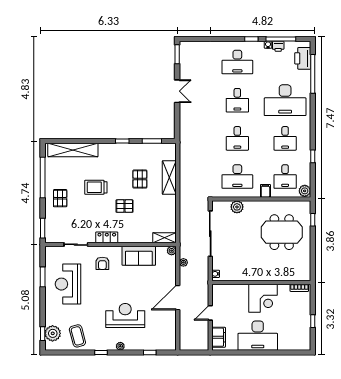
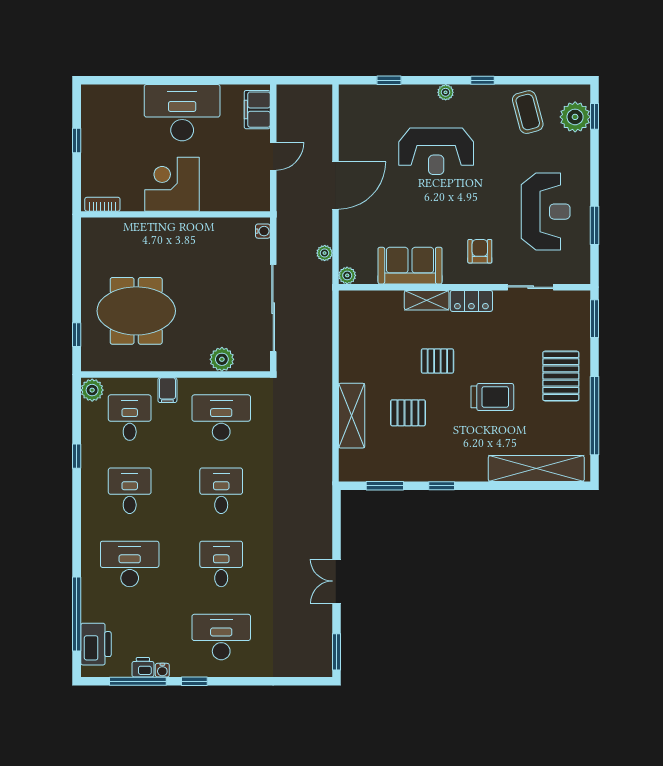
desk: (285, 100) -> (130, 564), width x0.73, depth x0.77
pallet: (140, 179) -> (408, 413), turned 90
pallet: (60, 198) -> (561, 376), width x1.50, depth x1.42
shelving: (164, 238) -> (427, 300), moved

